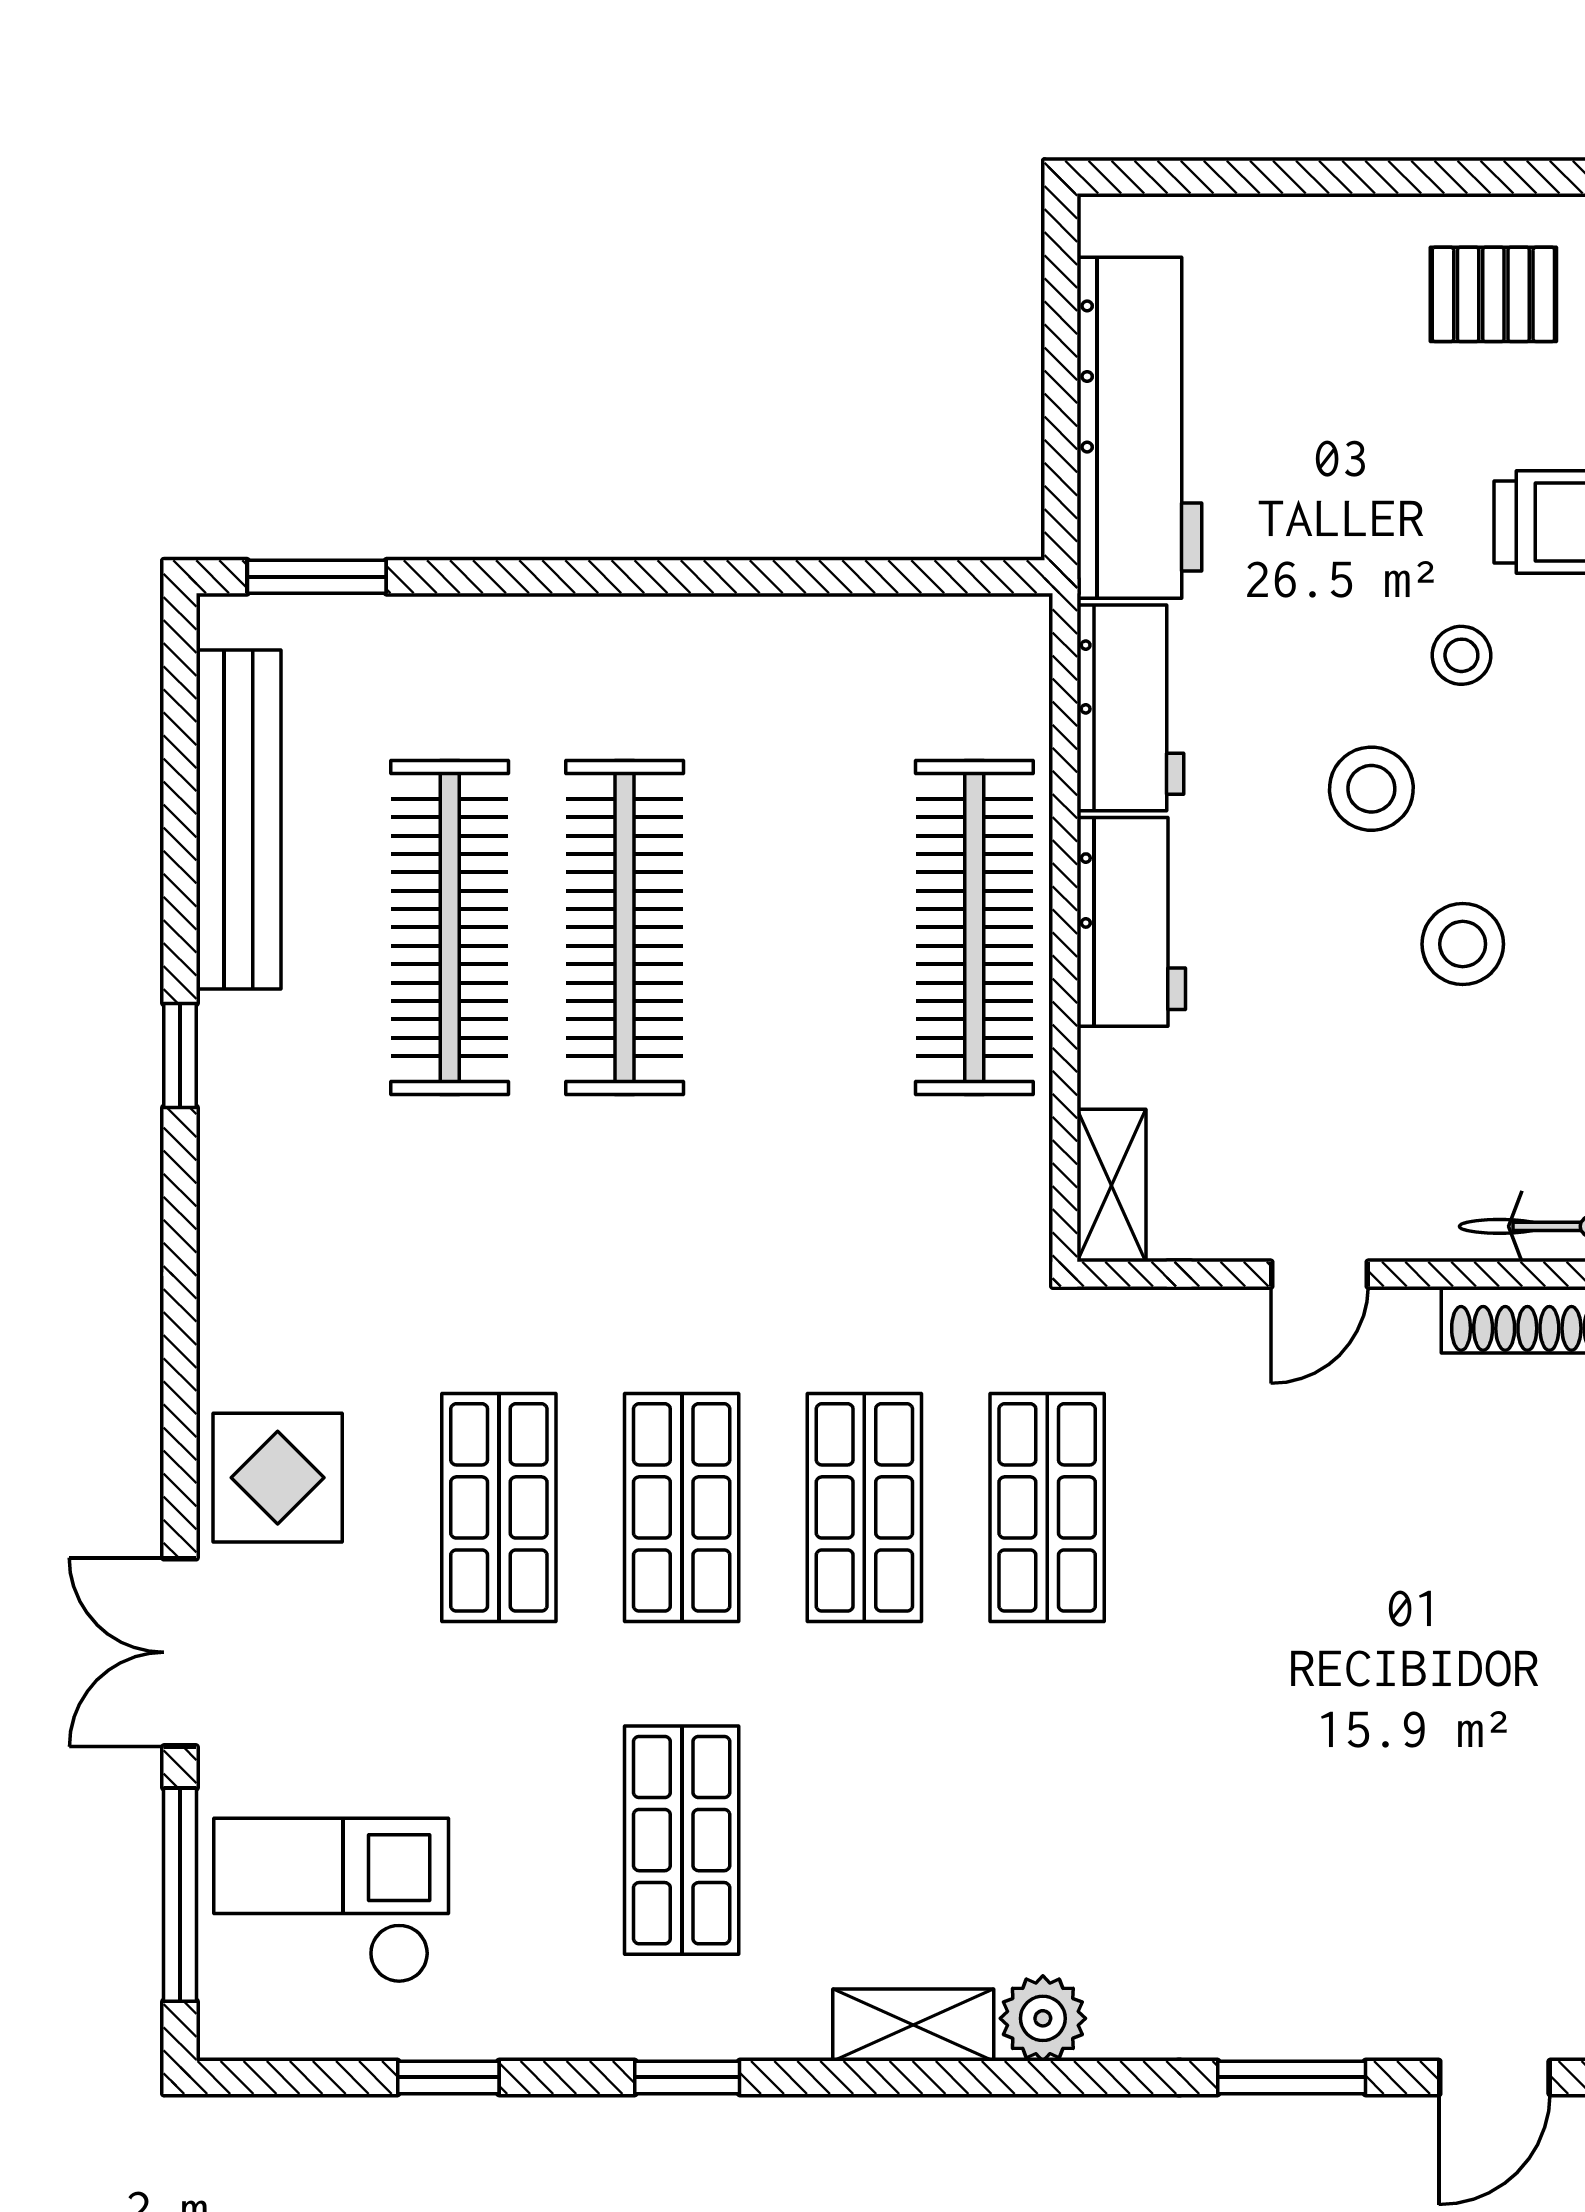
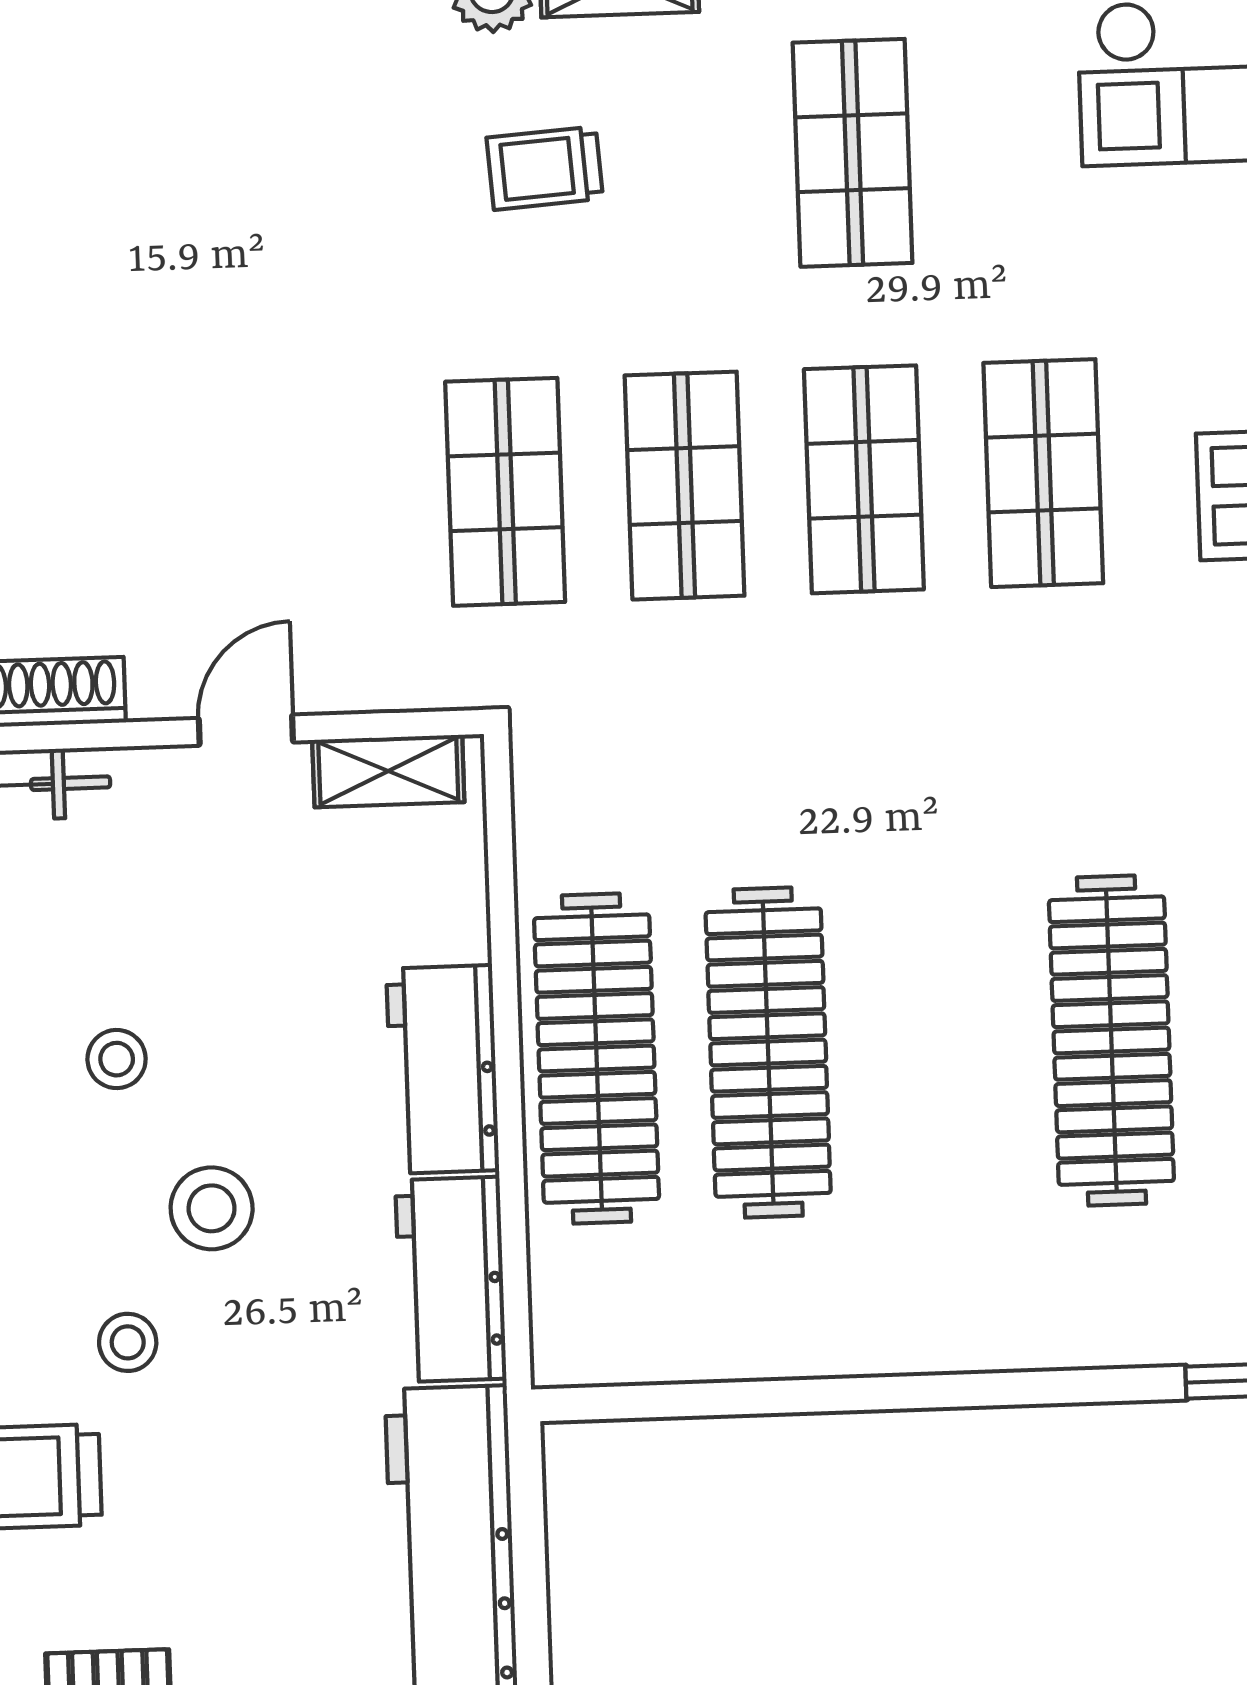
clothes rail: (625, 927) -> (768, 1053), moved
stool: (1463, 944) -> (117, 1059), width x0.73, depth x0.73
shelving: (1112, 1186) -> (388, 771), moved, turned 90
trolley: (995, 1835) -> (545, 168), added

